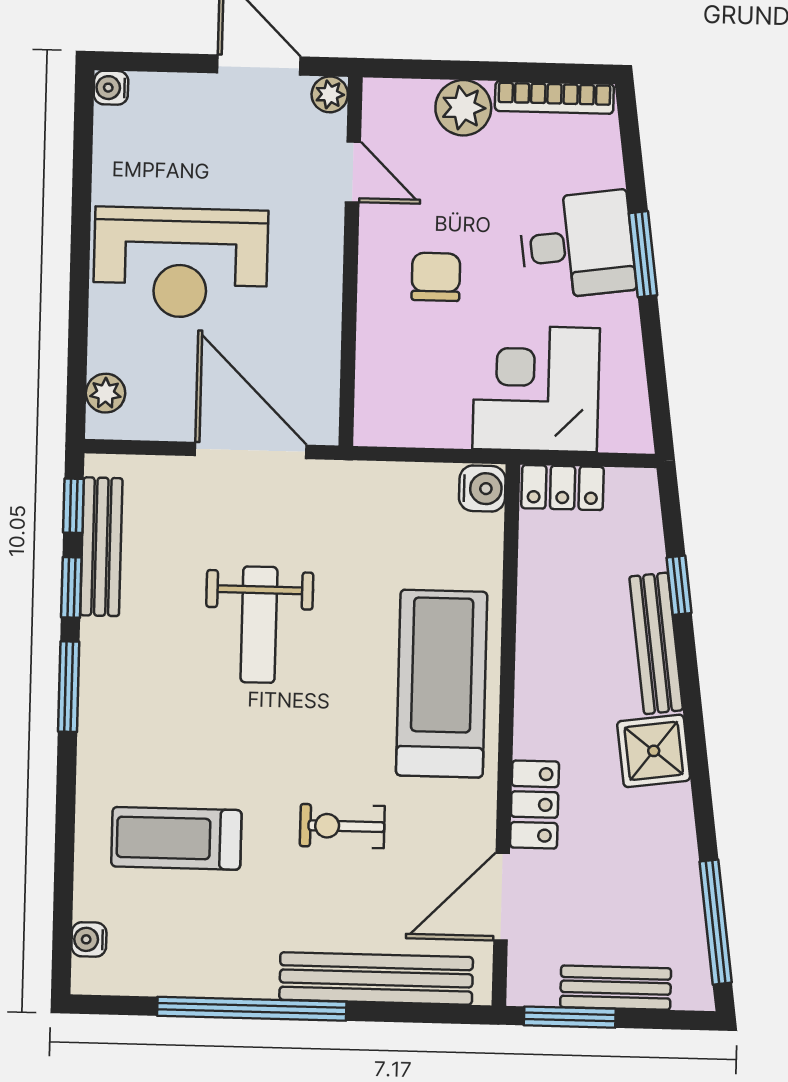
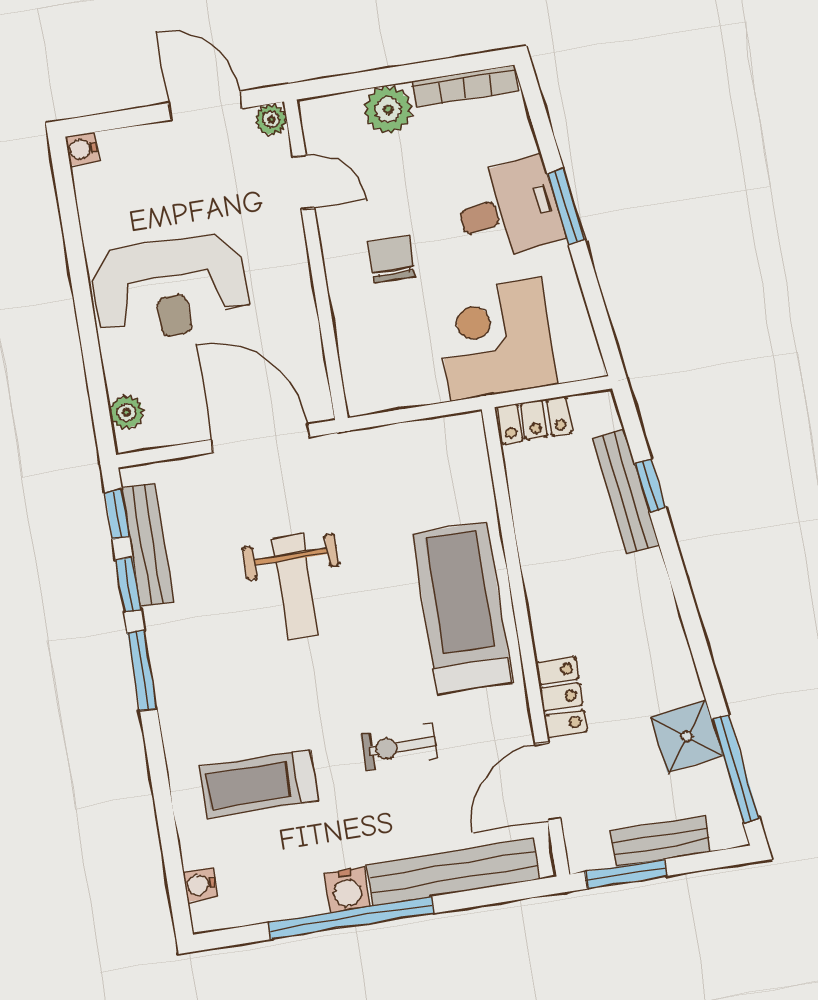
water cooler: (482, 489) -> (347, 890), moved, turned 90
bench: (656, 643) -> (626, 492), moved
shower: (654, 751) -> (687, 736), moved

